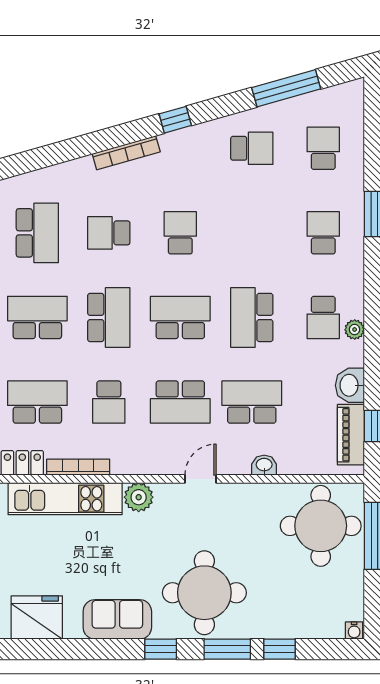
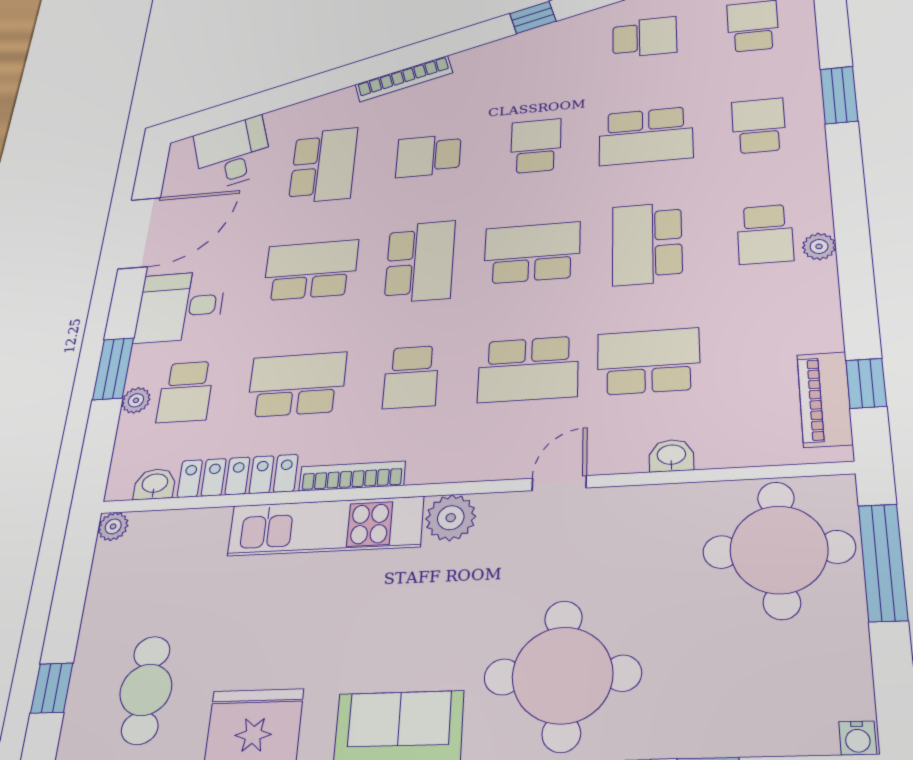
bookcase: (126, 153) -> (404, 79), moved
school desk: (252, 233) -> (646, 136), added
washbasin: (350, 385) -> (817, 326), removed

